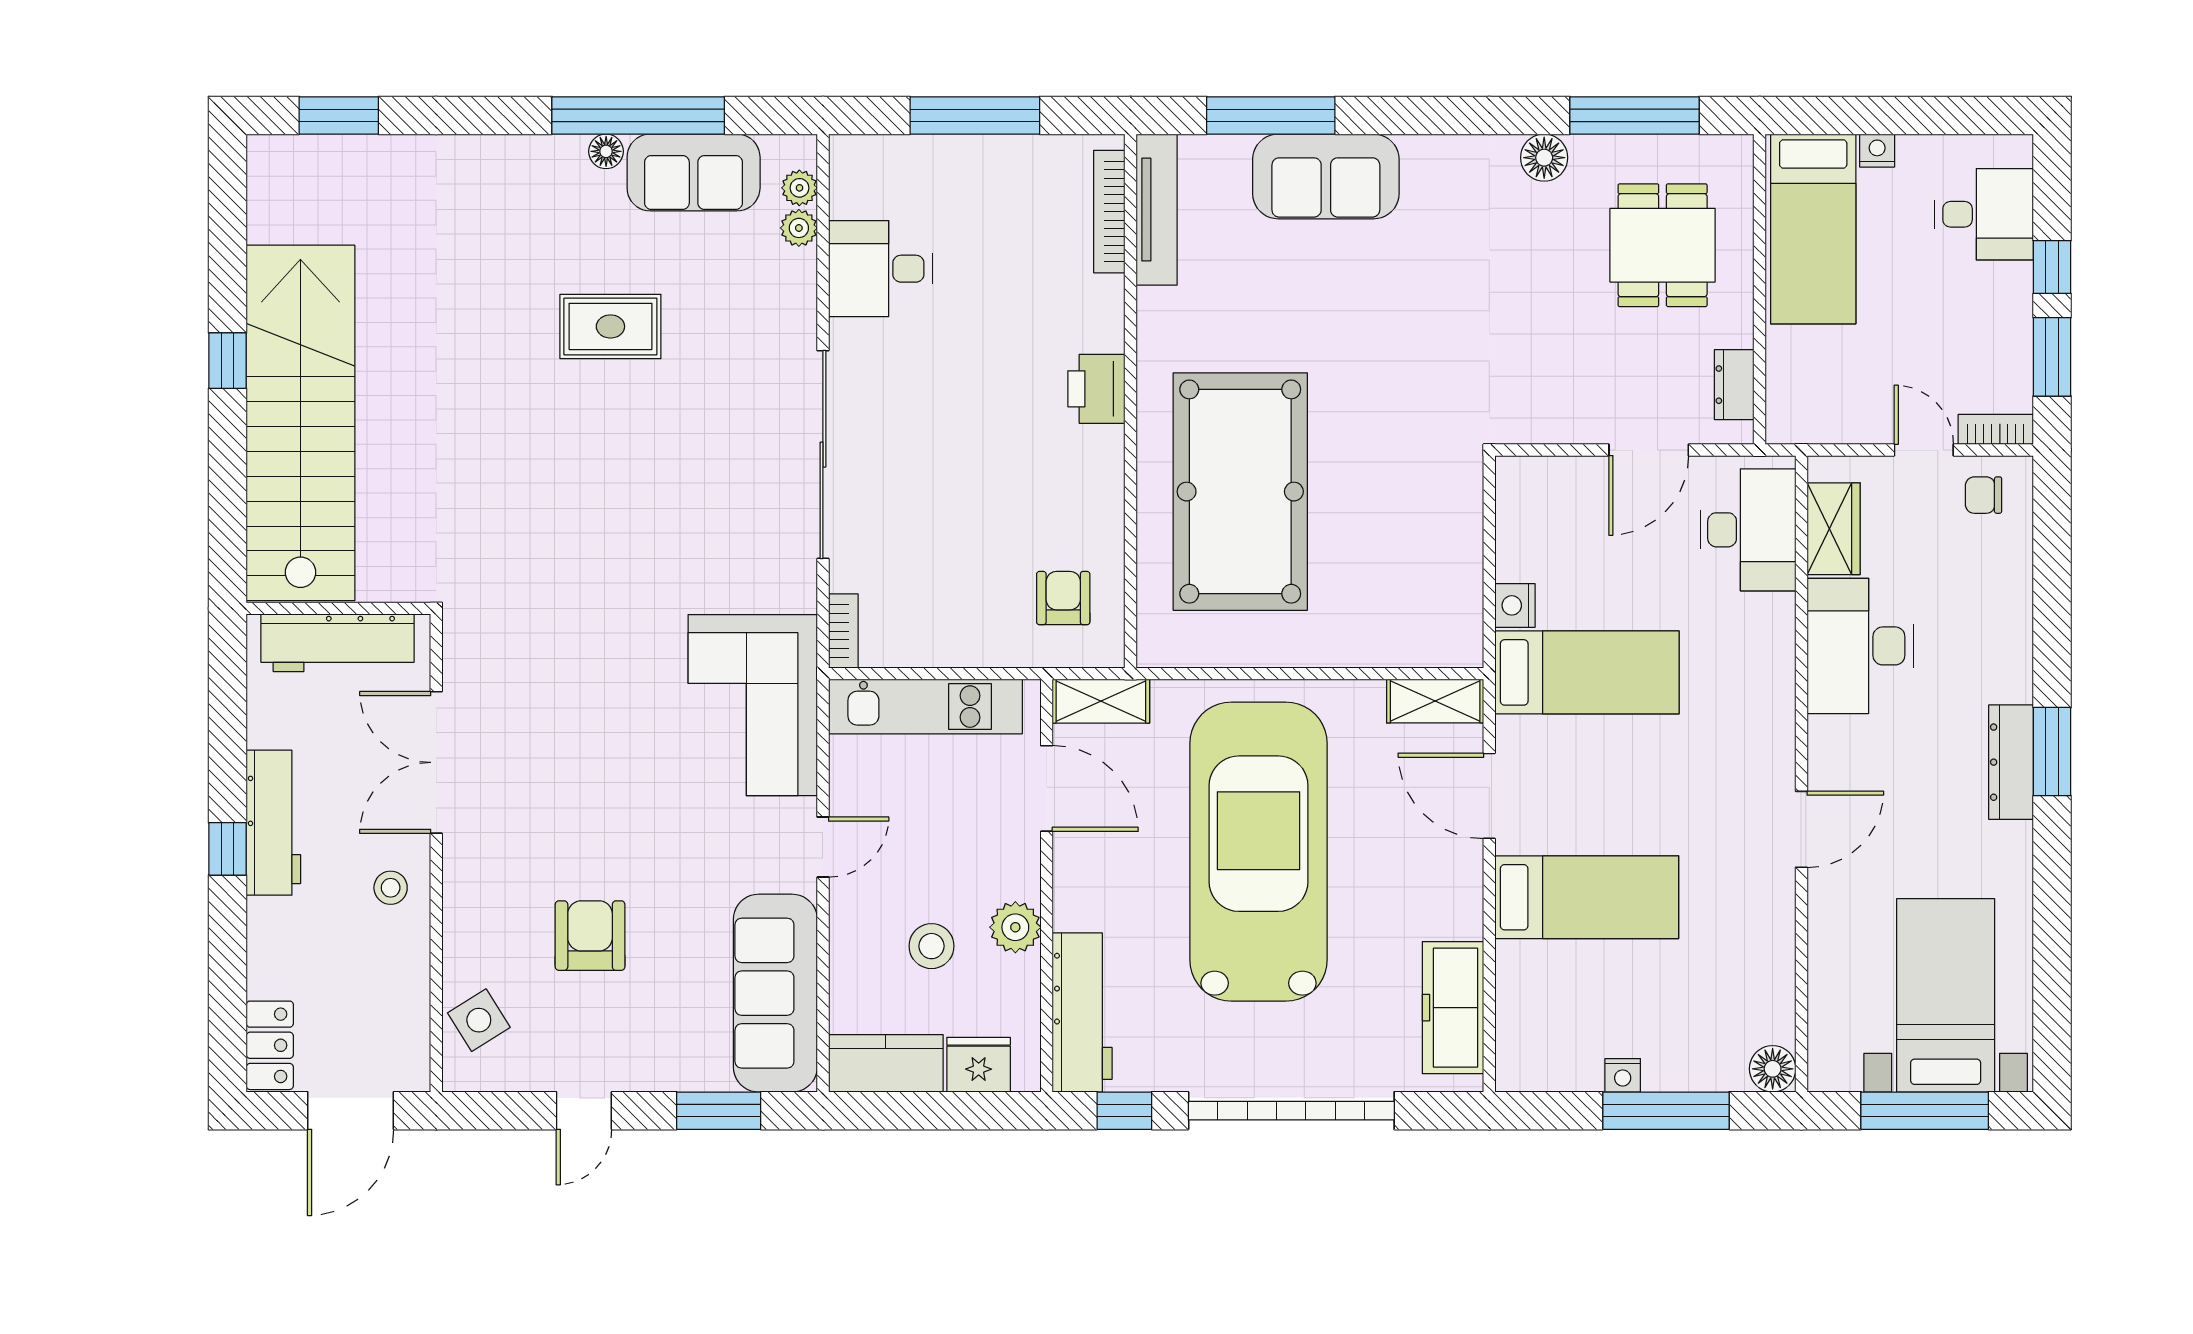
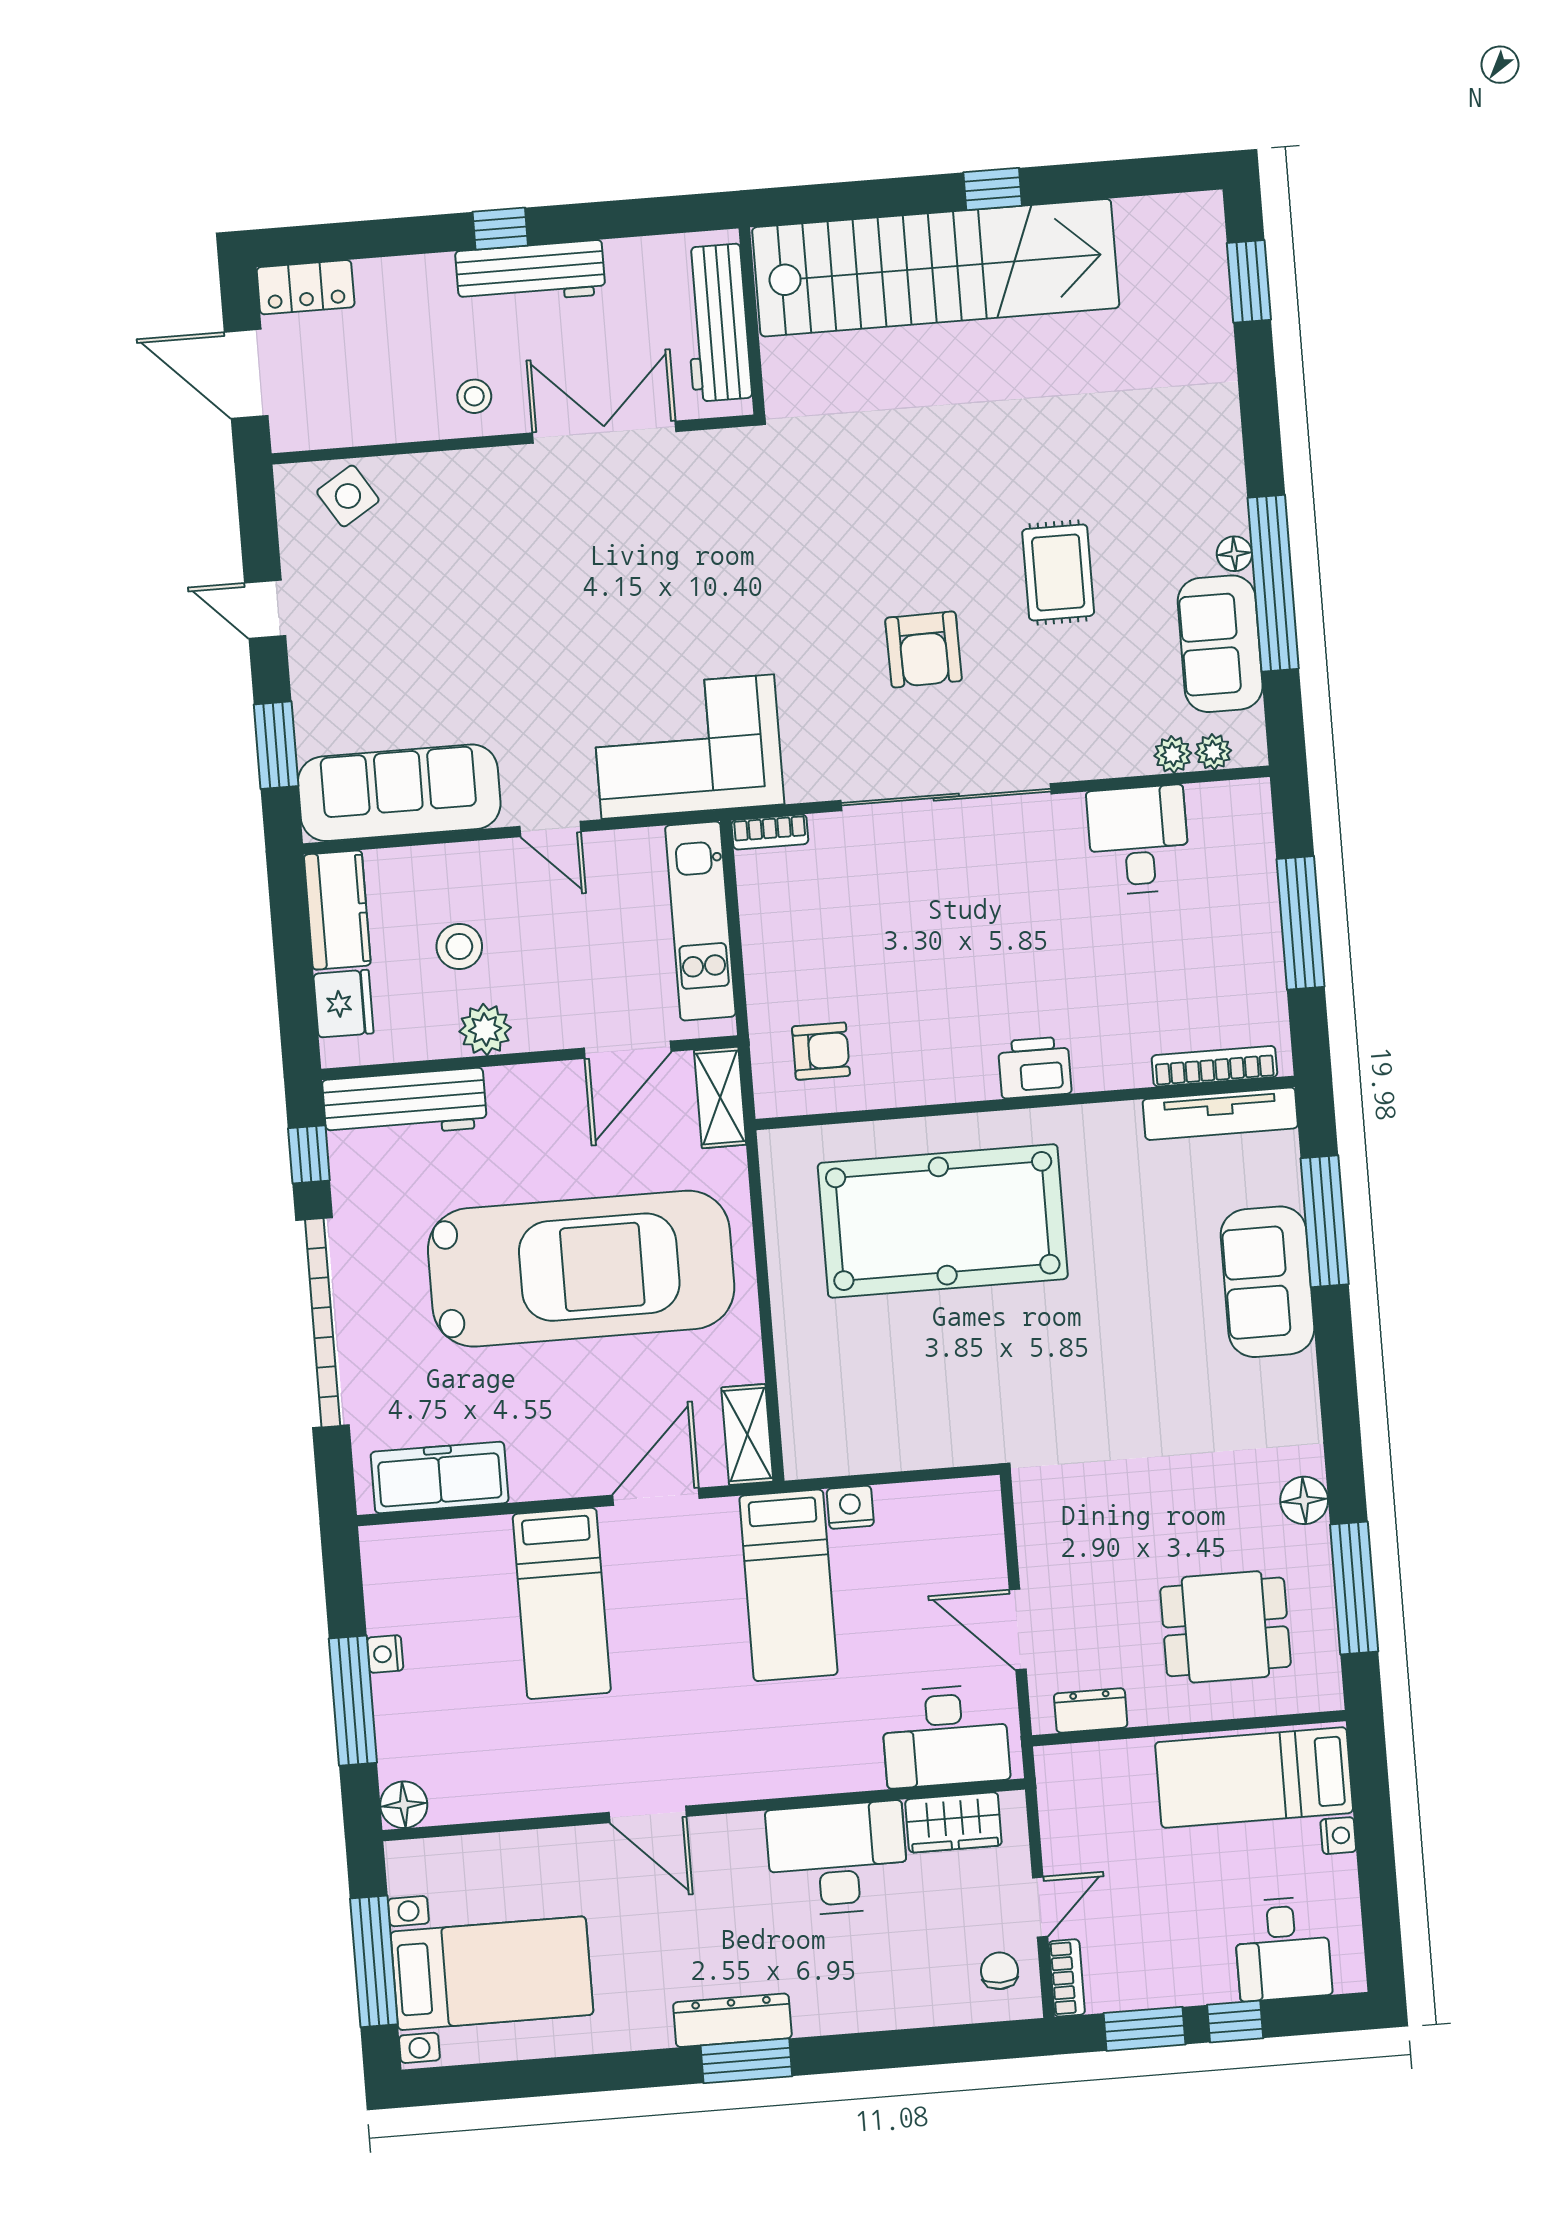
armchair: (590, 936) -> (924, 649), moved, turned 89

